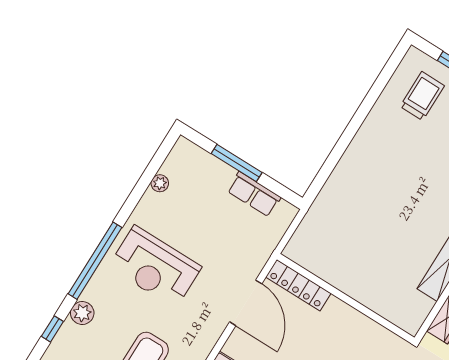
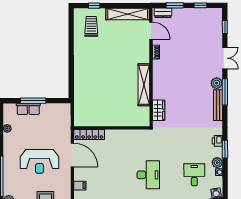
row of seats: (254, 194) -> (28, 109), moved
reception desk: (155, 267) -> (39, 161), moved

